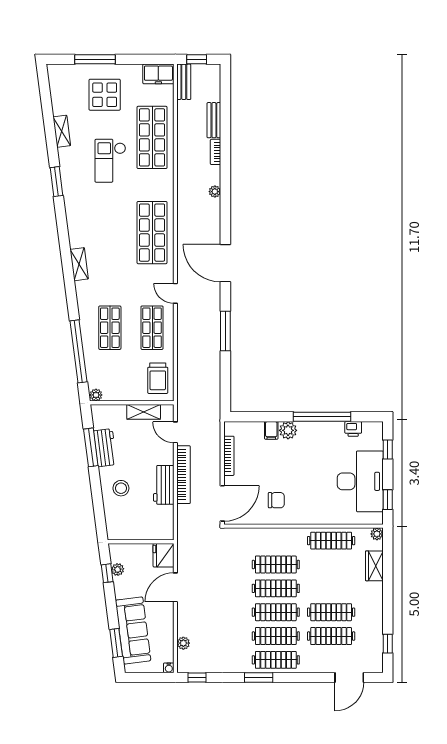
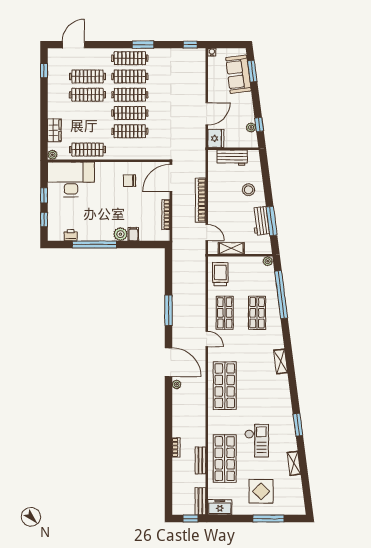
bench: (214, 120) -> (200, 460), moved
plant: (215, 192) -> (177, 384), moved
desk: (360, 481) -> (71, 179), moved, turned 90
workbench: (164, 485) -> (232, 158), moved, turned 90
window: (388, 500) -> (44, 195), moved
sofa: (133, 630) -> (238, 74), width x0.73
plant: (183, 643) -> (201, 71), removed

